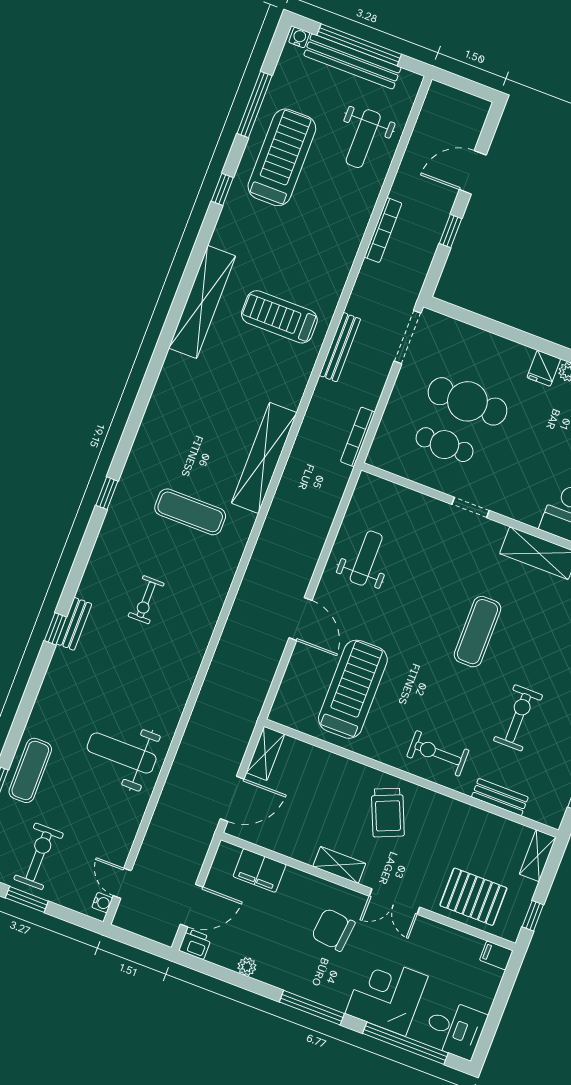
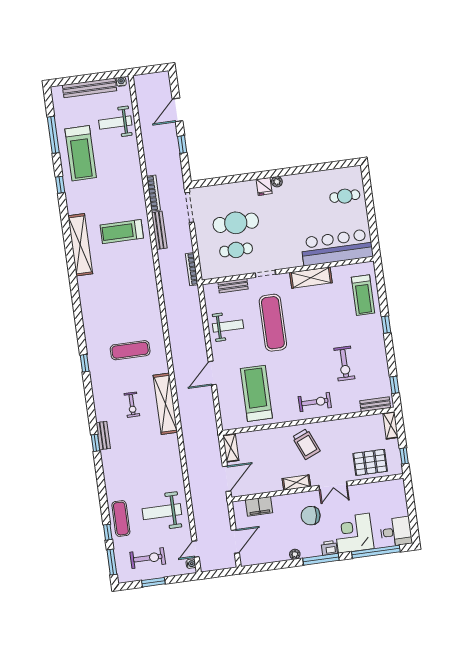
water cooler: (299, 37) -> (121, 82), moved
window: (359, 45) -> (88, 78), removed
weight bench: (363, 139) -> (115, 123), turned 90
treadmill: (282, 157) -> (81, 153), turned 180
bookcase: (383, 230) -> (153, 193), moved
shelving: (264, 458) -> (165, 404), moved
bench: (409, 499) -> (233, 286), added
weight bench: (366, 558) -> (228, 326), turned 90
door: (300, 619) -> (212, 373), swing flipped
exercise mat: (477, 632) -> (273, 323), moved, width x1.36, depth x1.45
exercise bike: (518, 718) -> (344, 363), turned 180
weight bench: (122, 753) -> (162, 512), moved
exercise bike: (438, 753) -> (315, 402), turned 180
bench: (500, 797) -> (375, 404), moved
exercise bike: (39, 856) -> (148, 558), turned 90
door: (122, 883) -> (196, 549), hinge flipped
printer: (195, 944) -> (329, 548), moved
filing cabinet: (496, 955) -> (397, 485), removed
plant: (247, 967) -> (295, 554), moved

